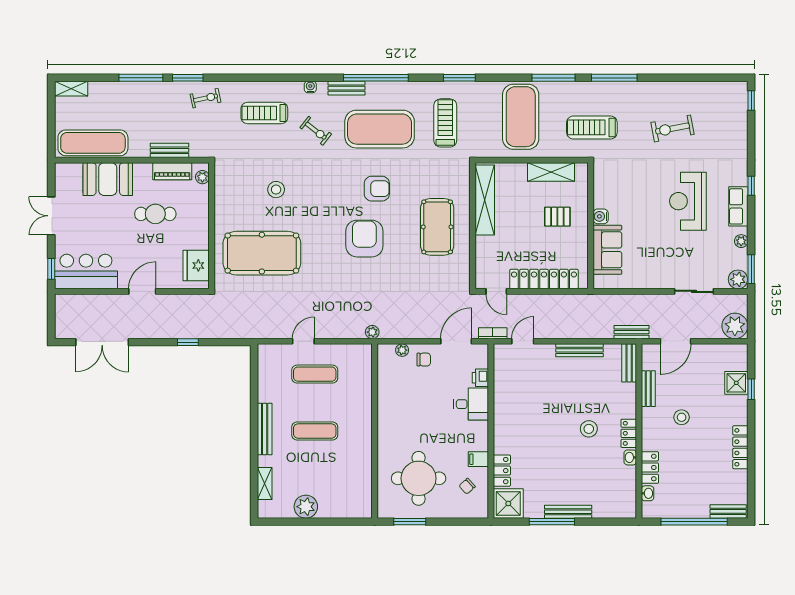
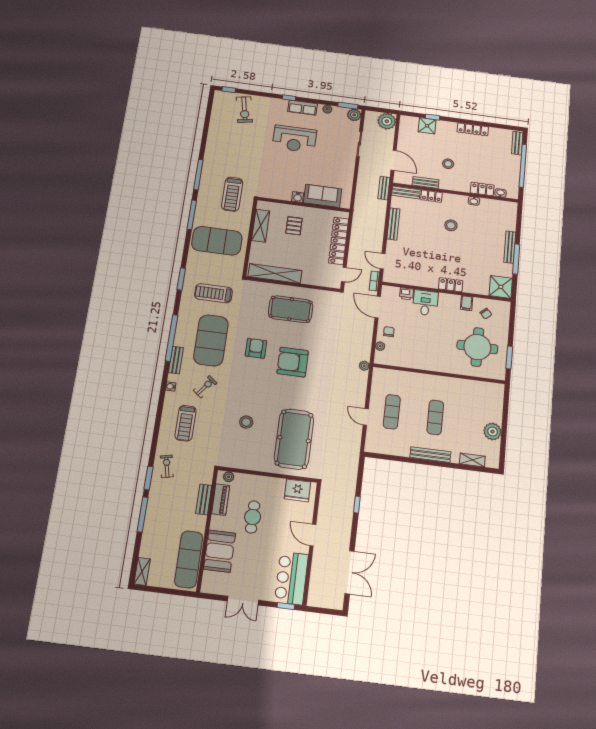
exercise bike: (673, 128) -> (244, 110), moved
locker: (629, 433) -> (431, 196), moved
locker: (502, 471) -> (451, 285), moved

